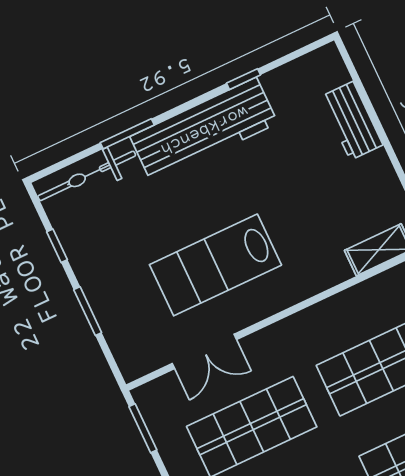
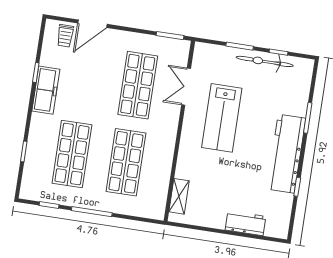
bicycle: (87, 176) -> (265, 61), moved, turned -90
lab bench: (215, 265) -> (222, 118), turned 180

